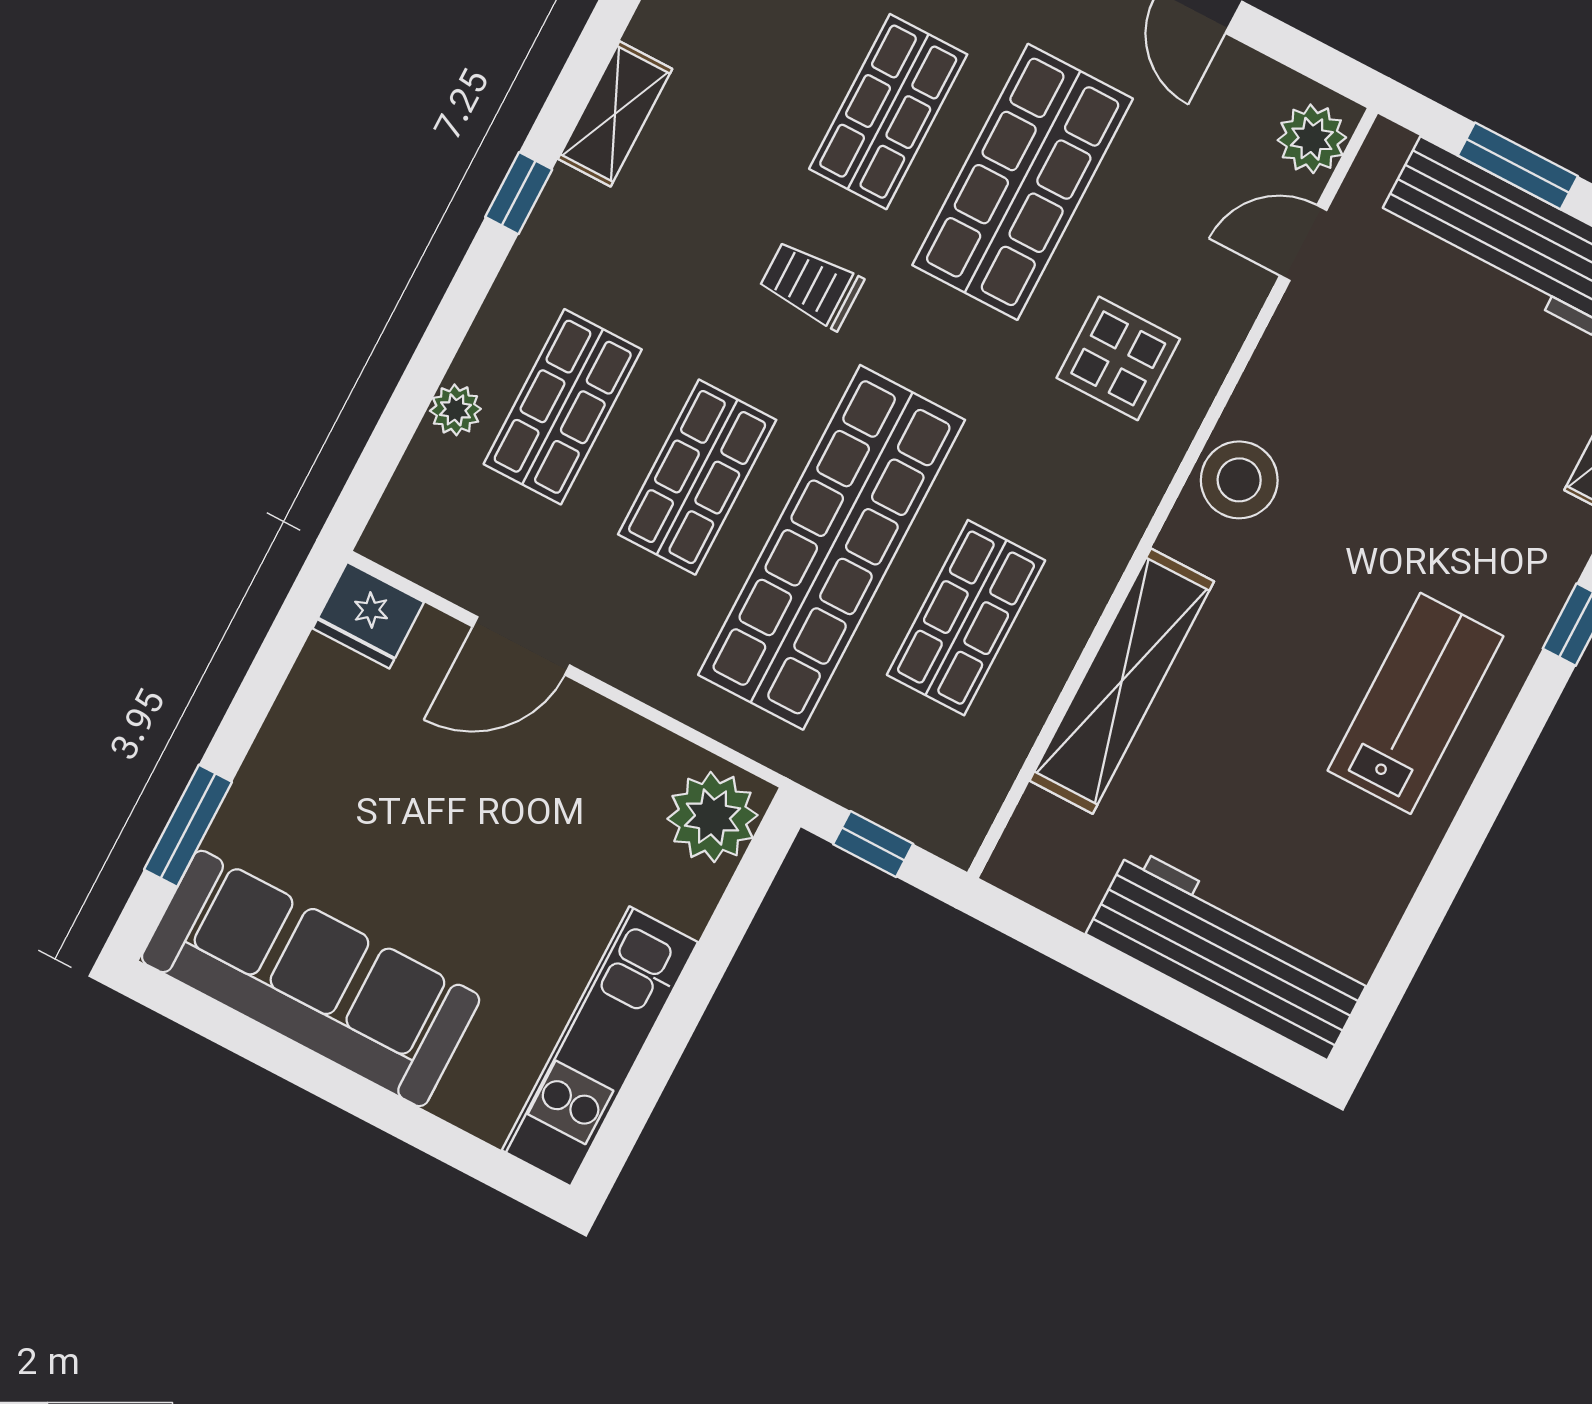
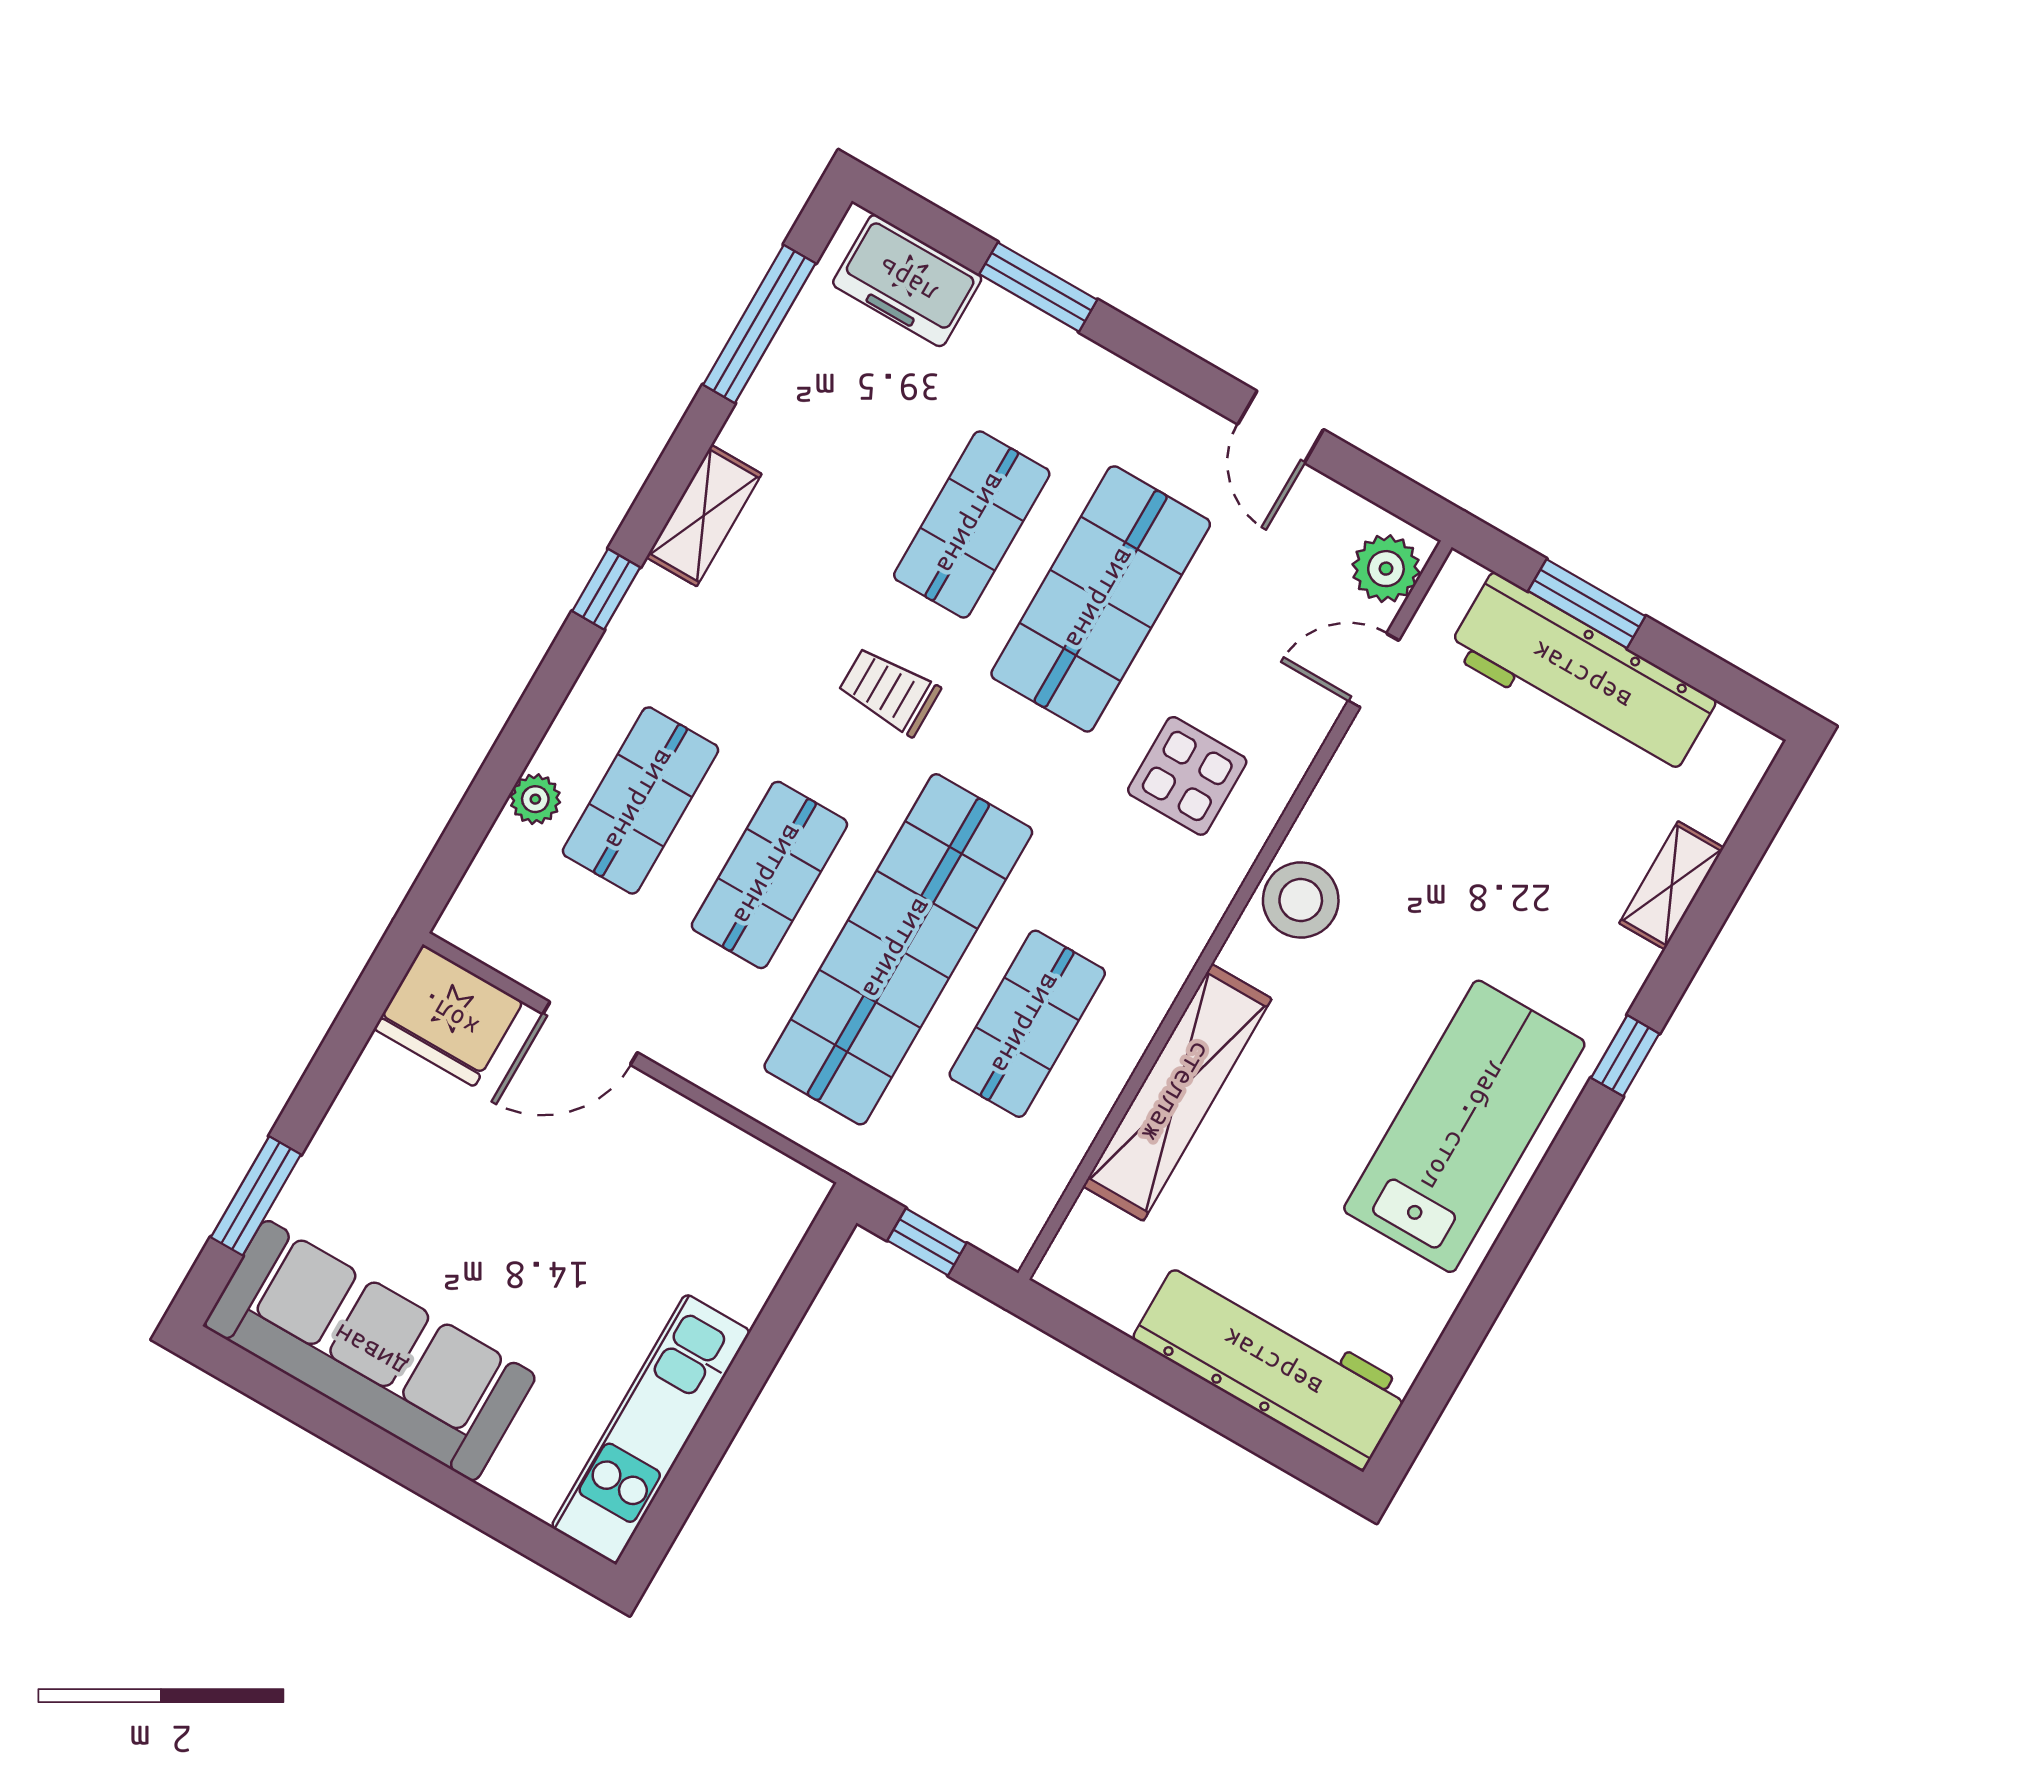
fridge: (368, 615) -> (449, 1015), width x1.36, depth x1.34
lab bench: (1415, 703) -> (1464, 1126), width x1.36, depth x1.39
plant: (712, 817) -> (771, 1209), removed

